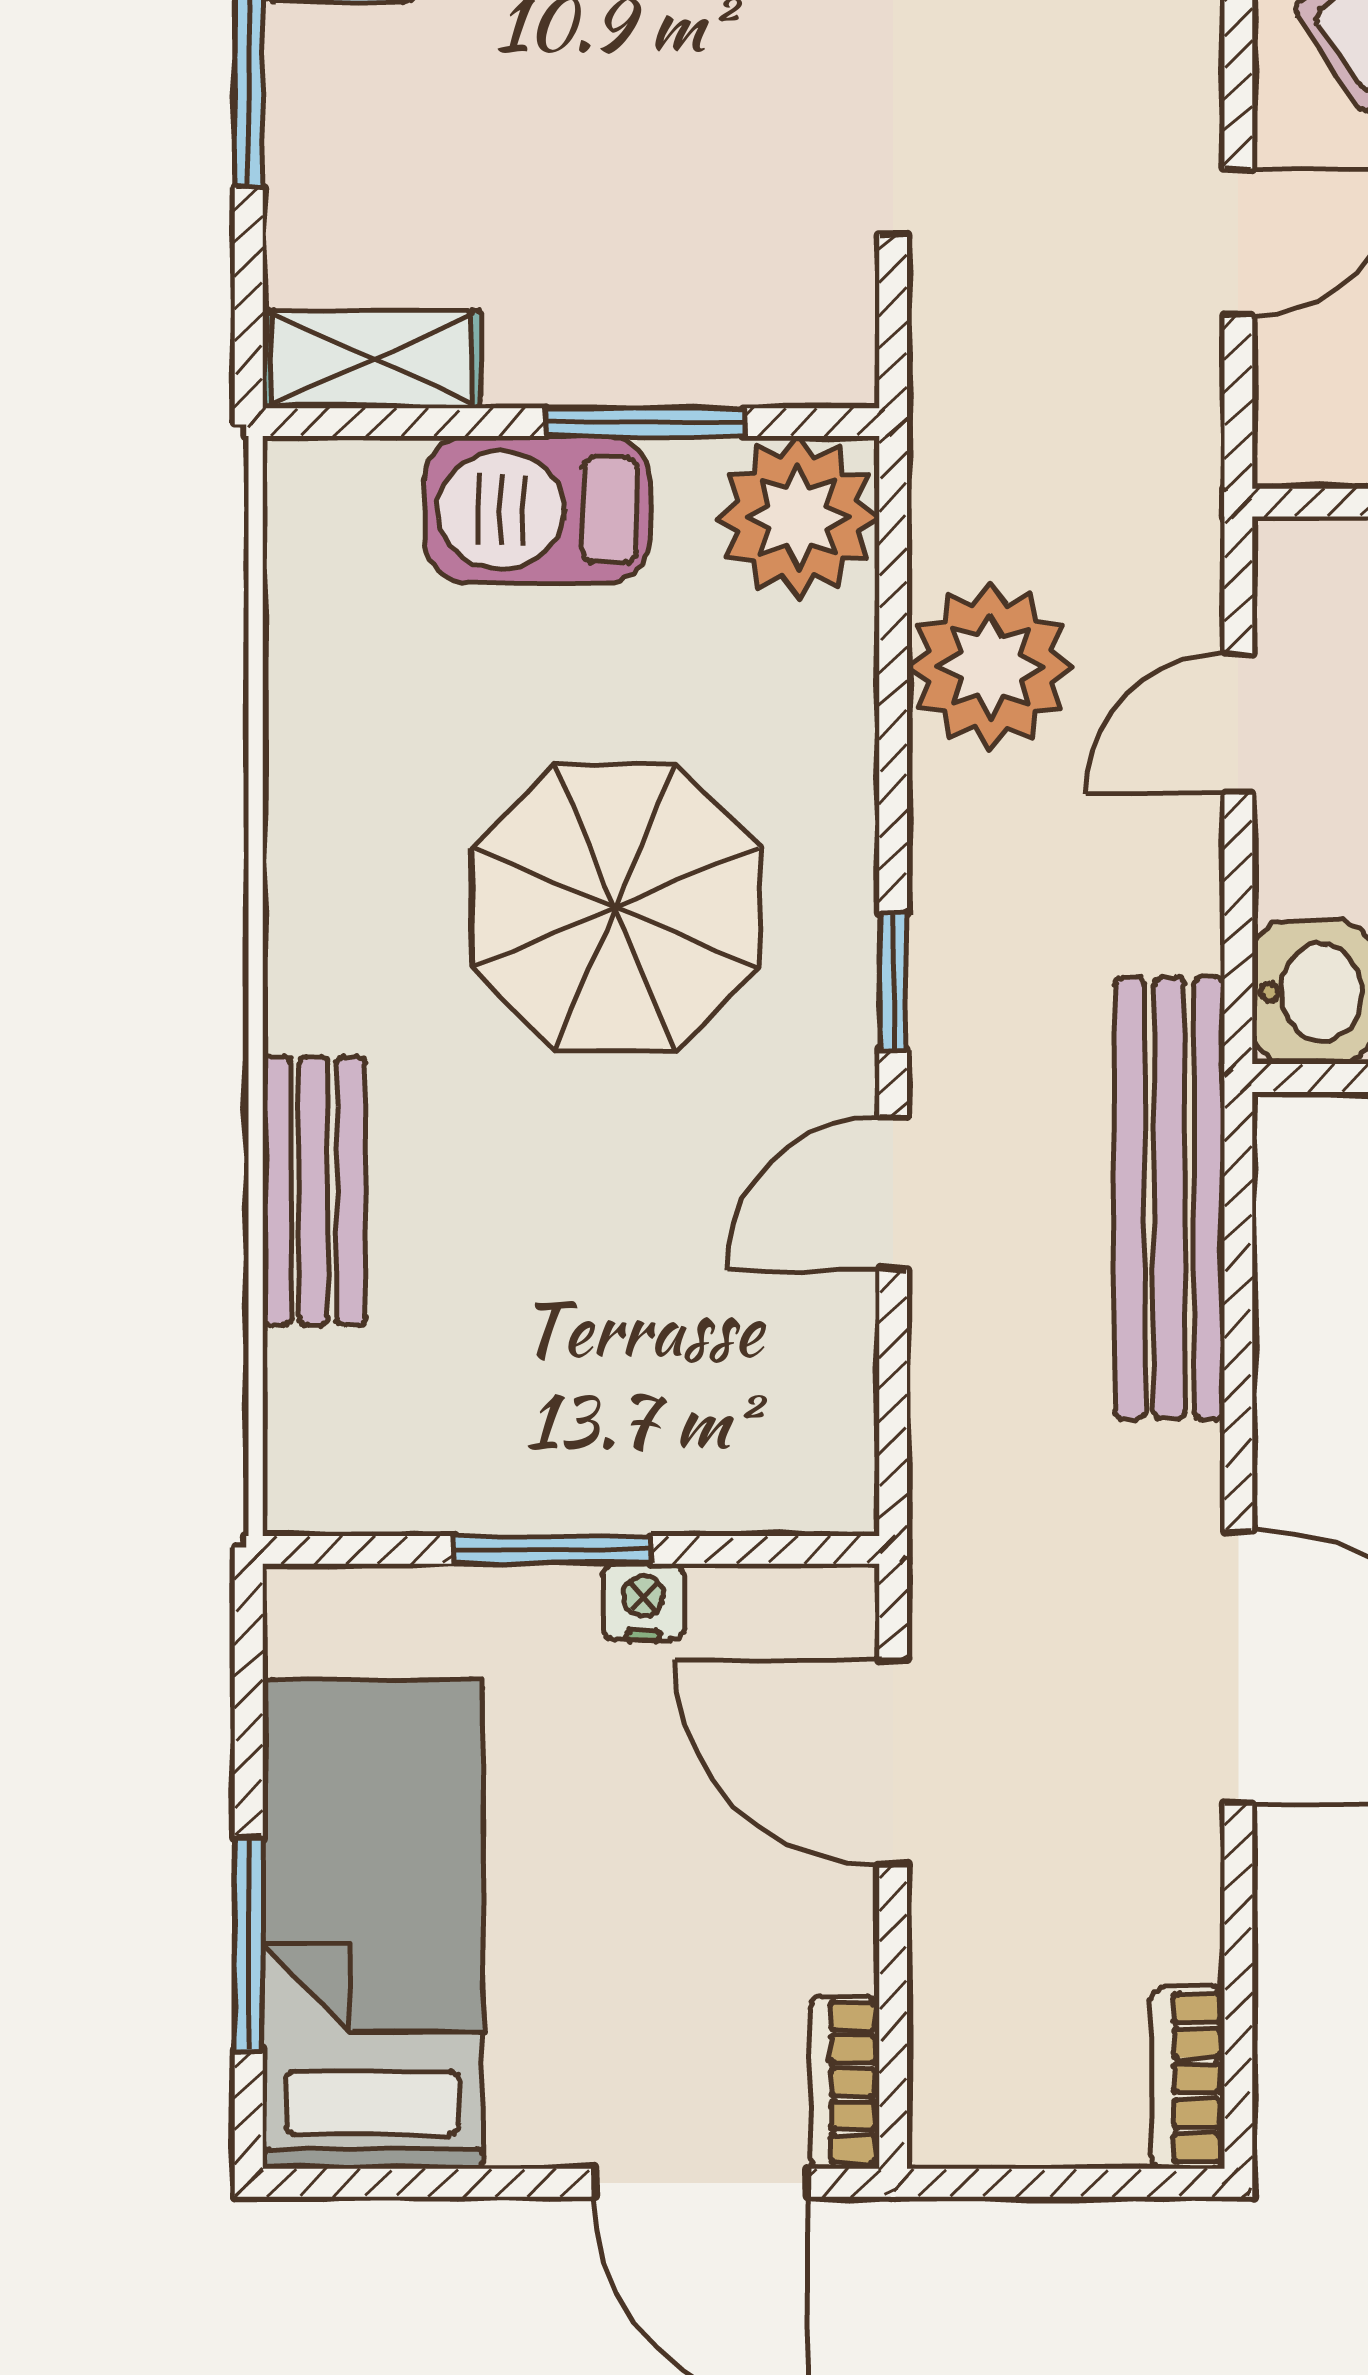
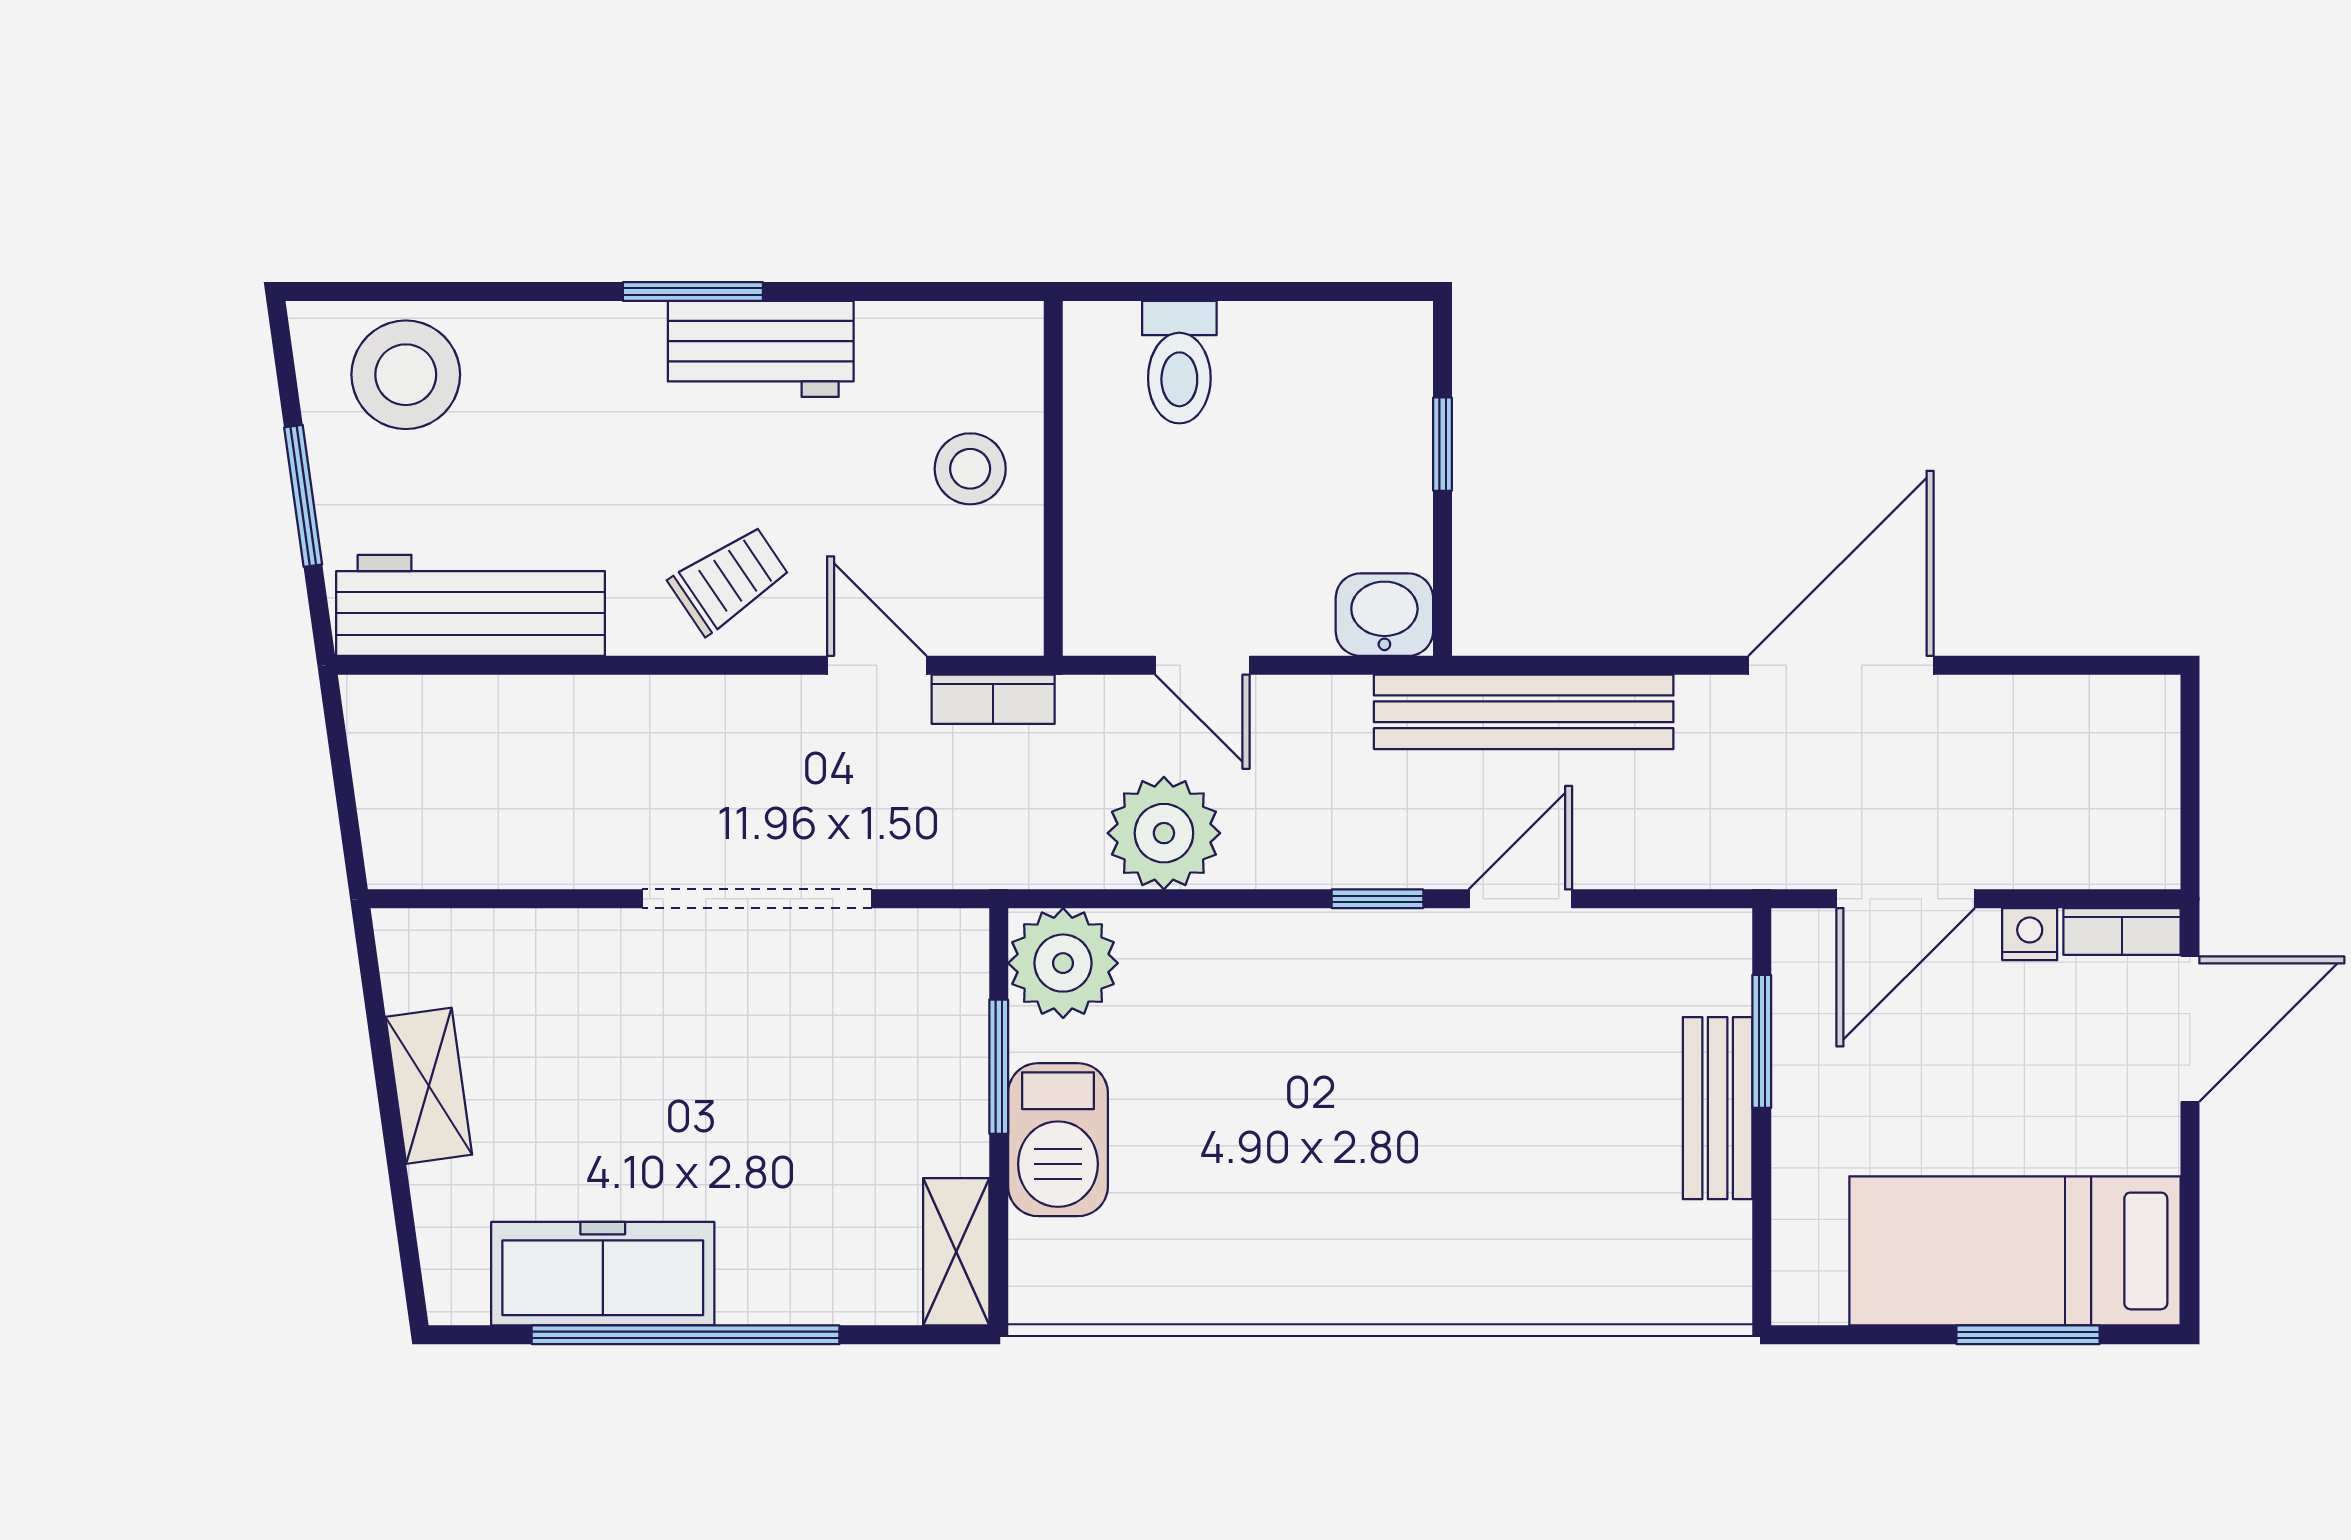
parasol: (615, 907) -> (1327, 1087), removed
bench: (314, 1191) -> (1718, 1108), moved, turned 90
door: (893, 1193) -> (1520, 899), swing flipped
window: (552, 1550) -> (1762, 1041), moved
nightstand: (643, 1602) -> (2030, 934), moved, turned 90
bookcase: (1188, 2078) -> (993, 699), moved

